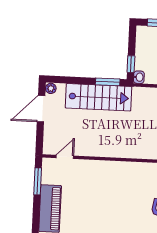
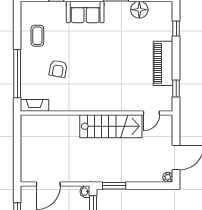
stairs: (99, 97) -> (111, 126), moved, turned 180
window: (38, 181) -> (176, 89), width x0.67

